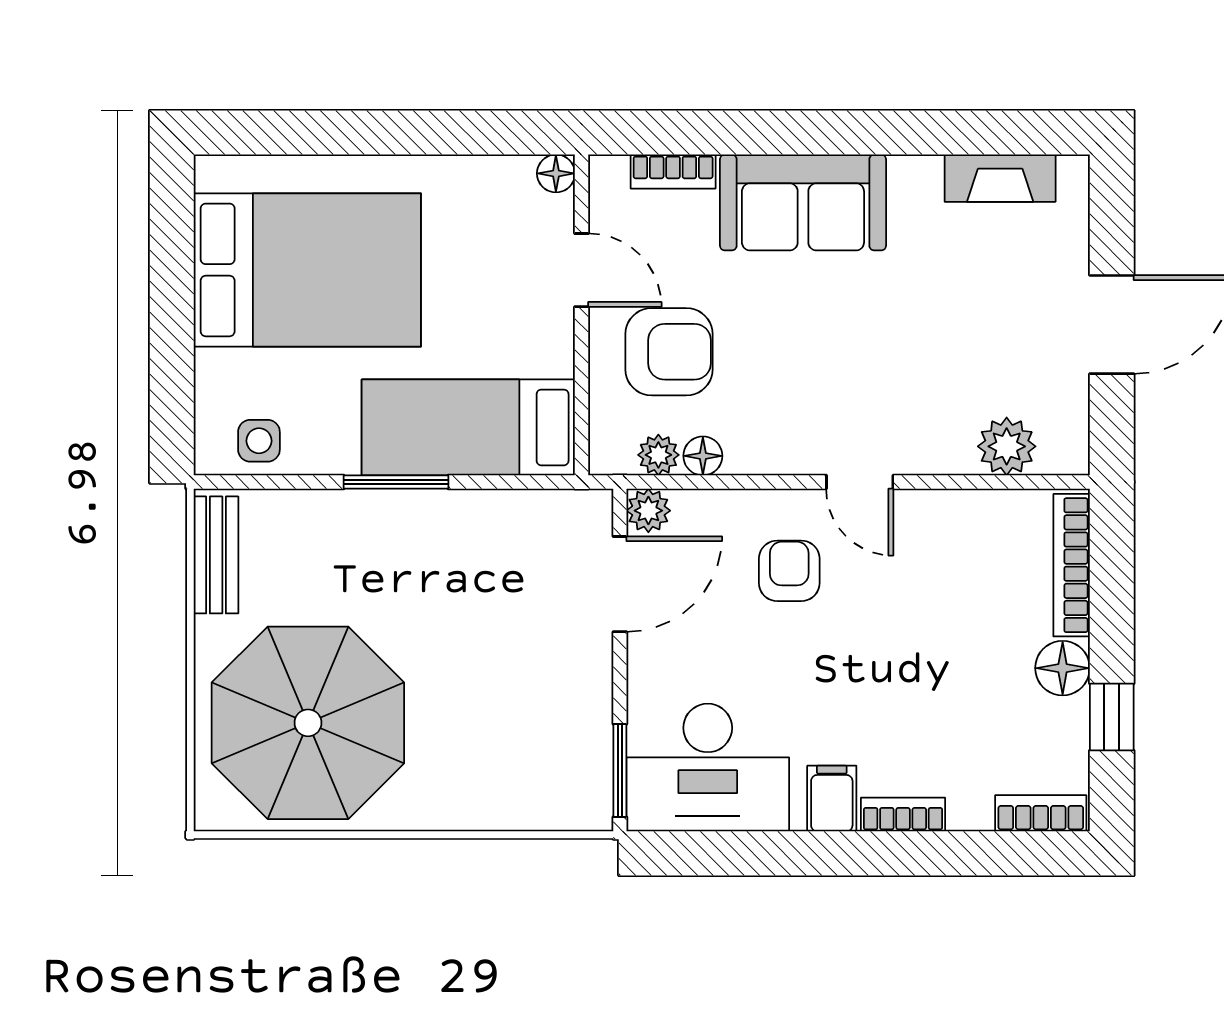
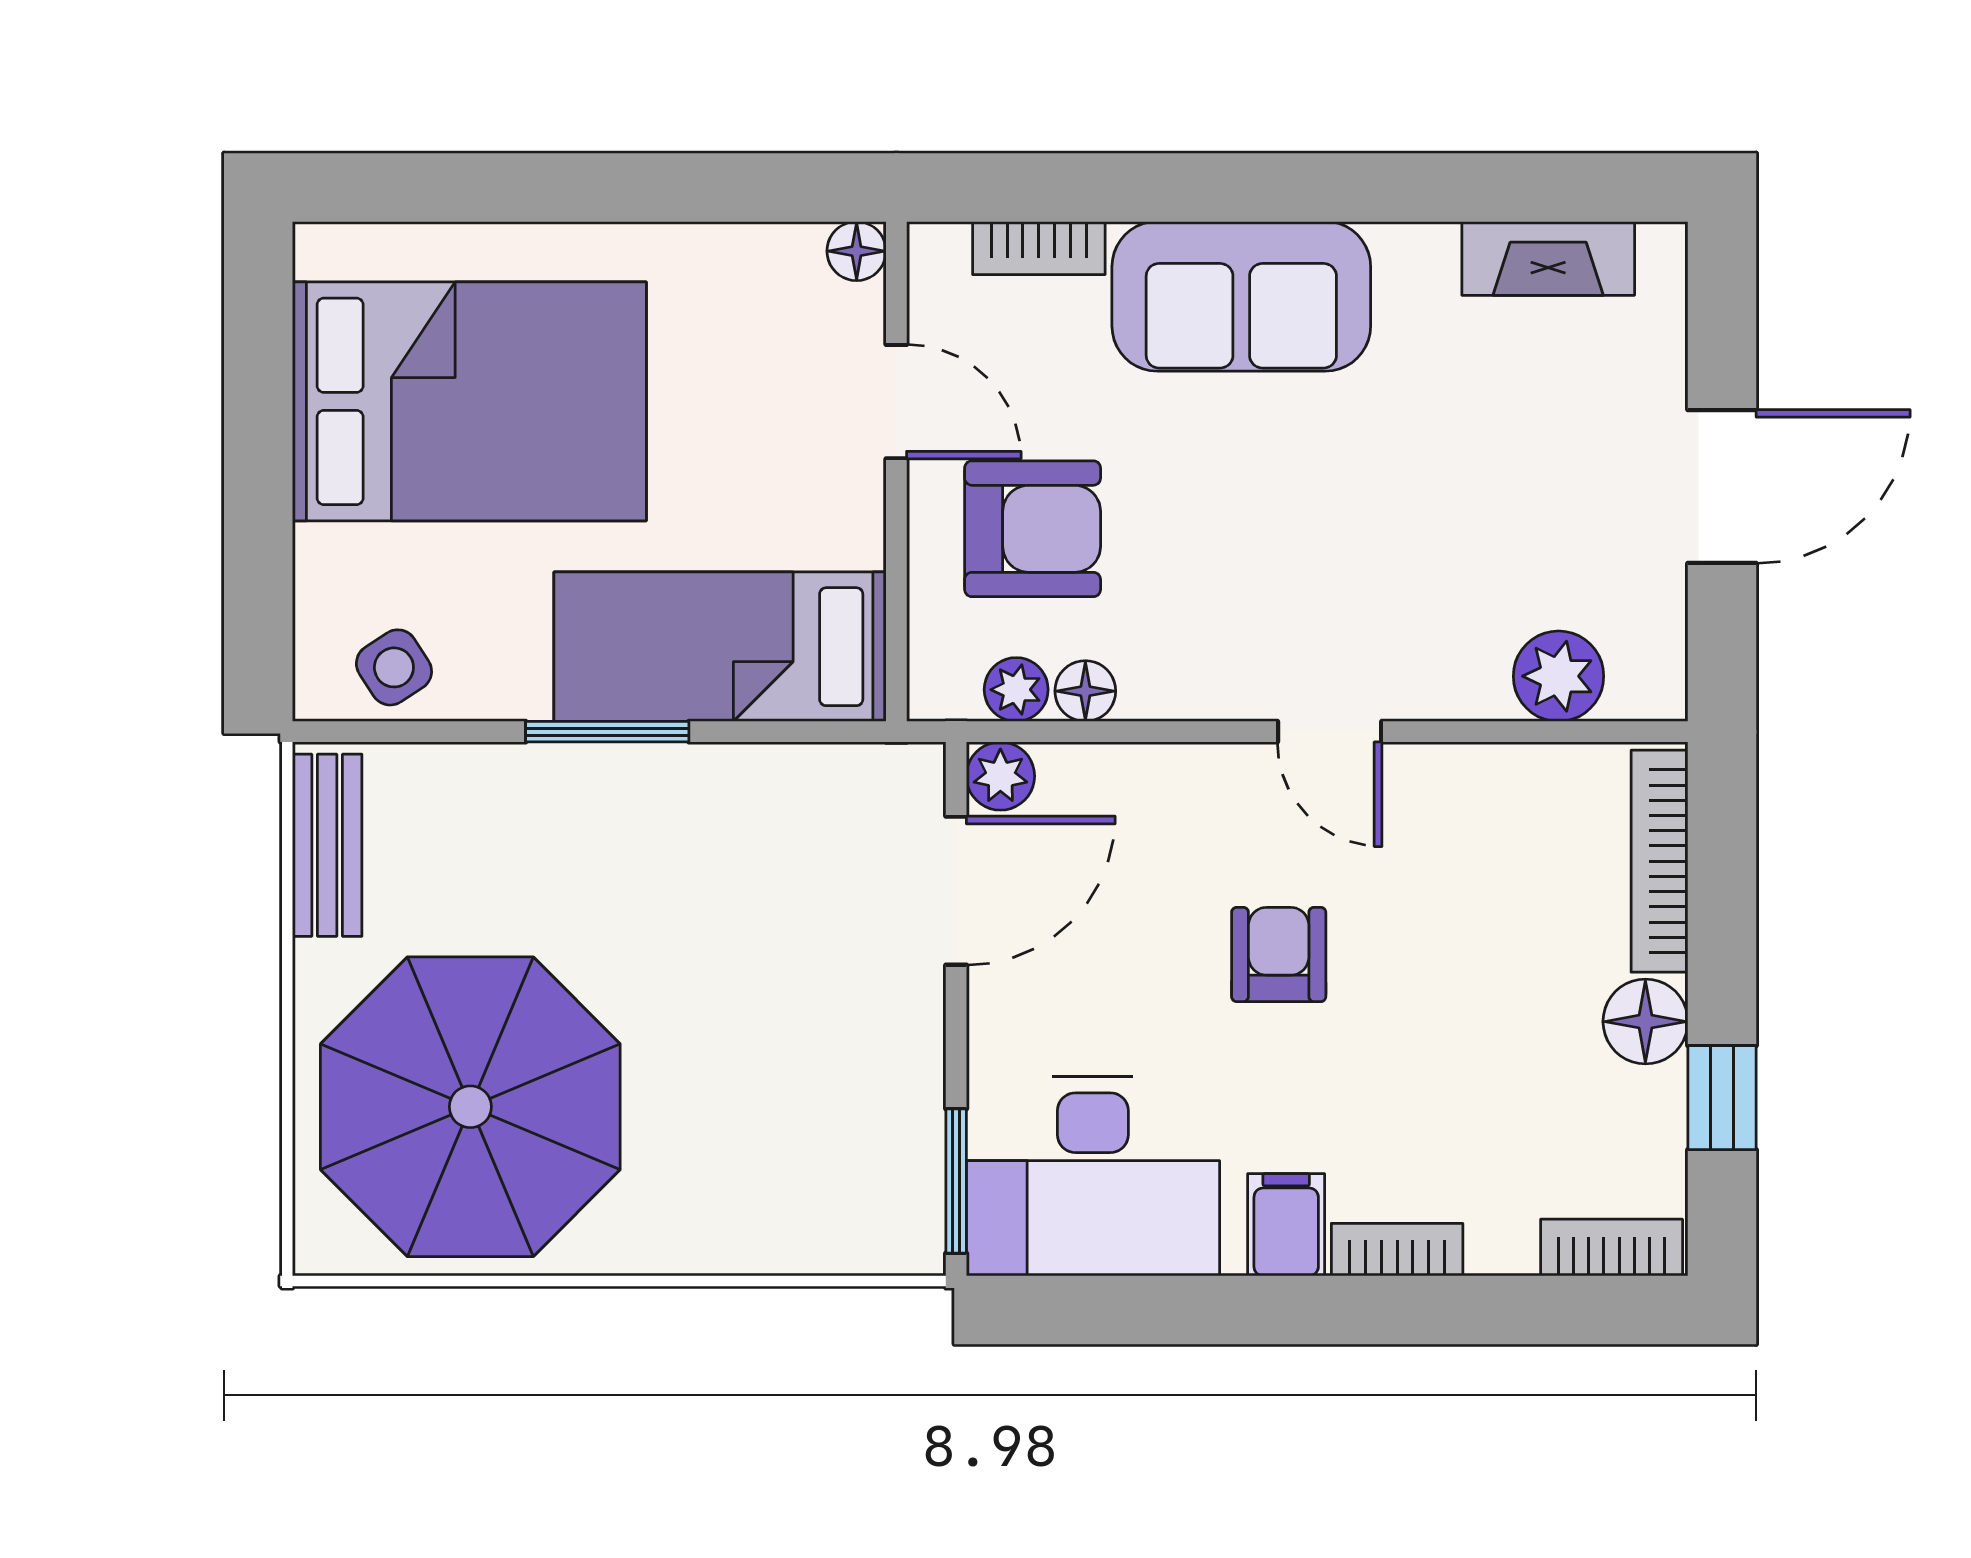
side table: (259, 441) -> (394, 667), turned -33
armchair: (789, 571) -> (1279, 954), moved

